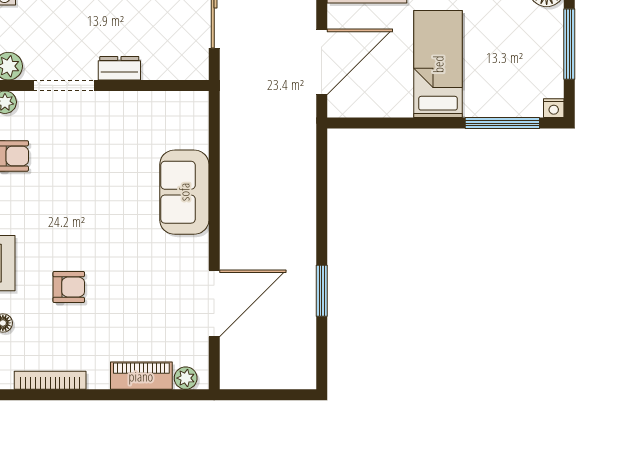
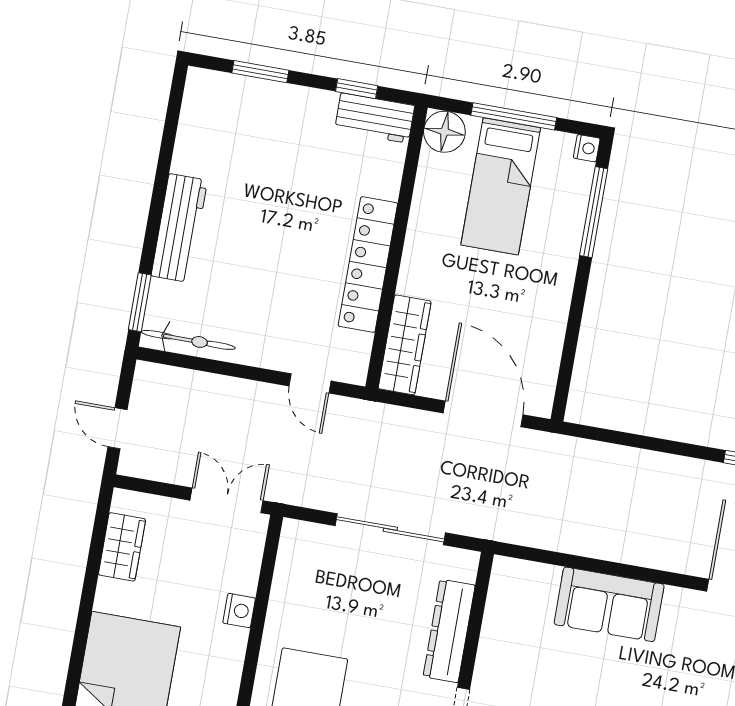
bed: (438, 64) -> (501, 186), moved, turned -90
dresser: (119, 68) -> (449, 631), width x1.96, depth x1.24

